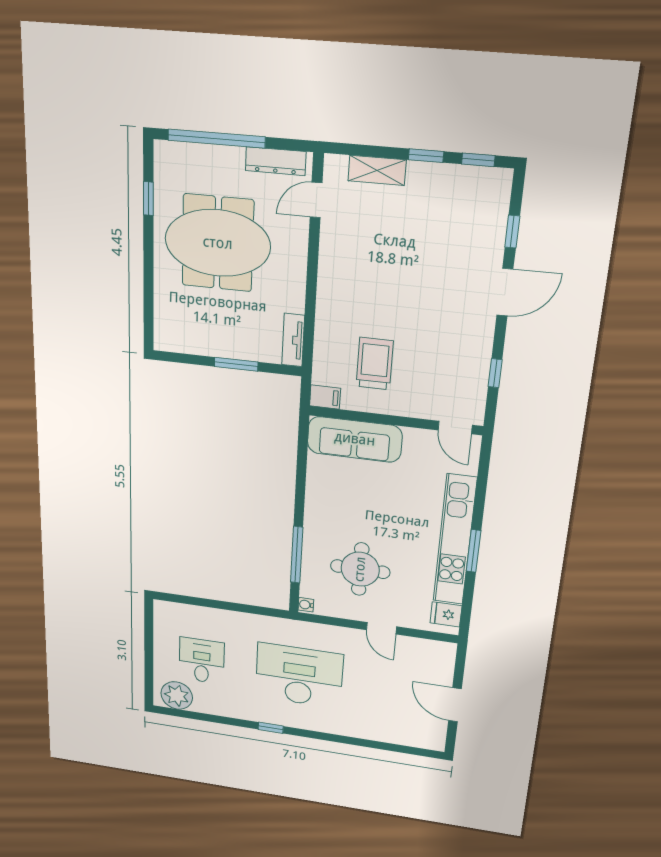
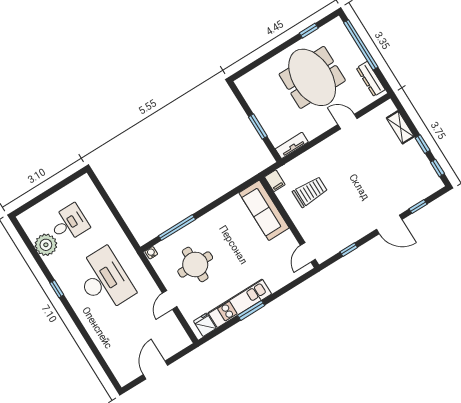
door: (316, 200) -> (347, 121), moved
kitchen unit: (455, 540) -> (240, 303), width x0.73
plant: (177, 696) -> (46, 245), moved

